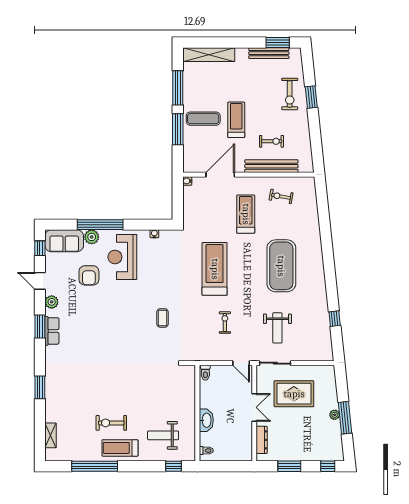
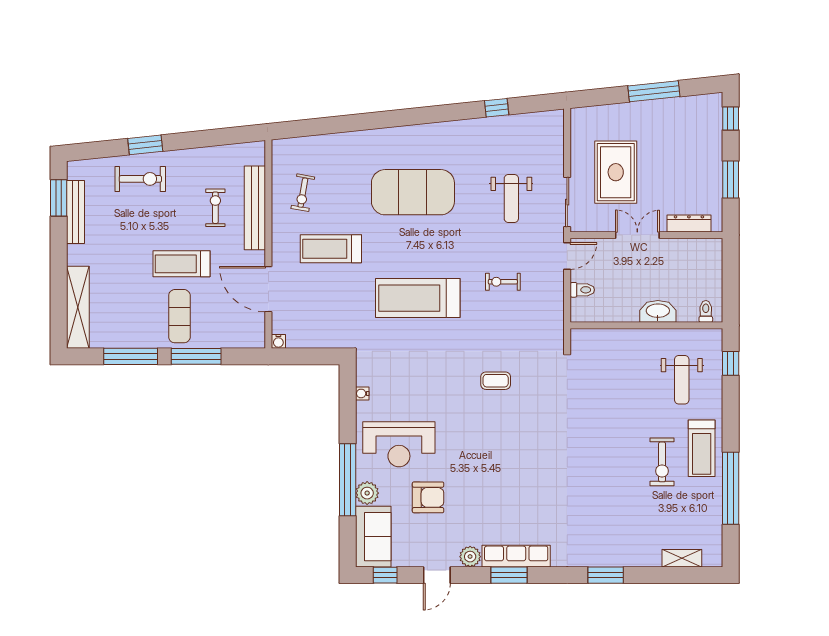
weight bench: (277, 328) -> (511, 198), turned 90
row of seats: (52, 331) -> (516, 556), width x1.48
toilet: (205, 373) -> (582, 290), moved
plant: (335, 415) -> (649, 108), removed

